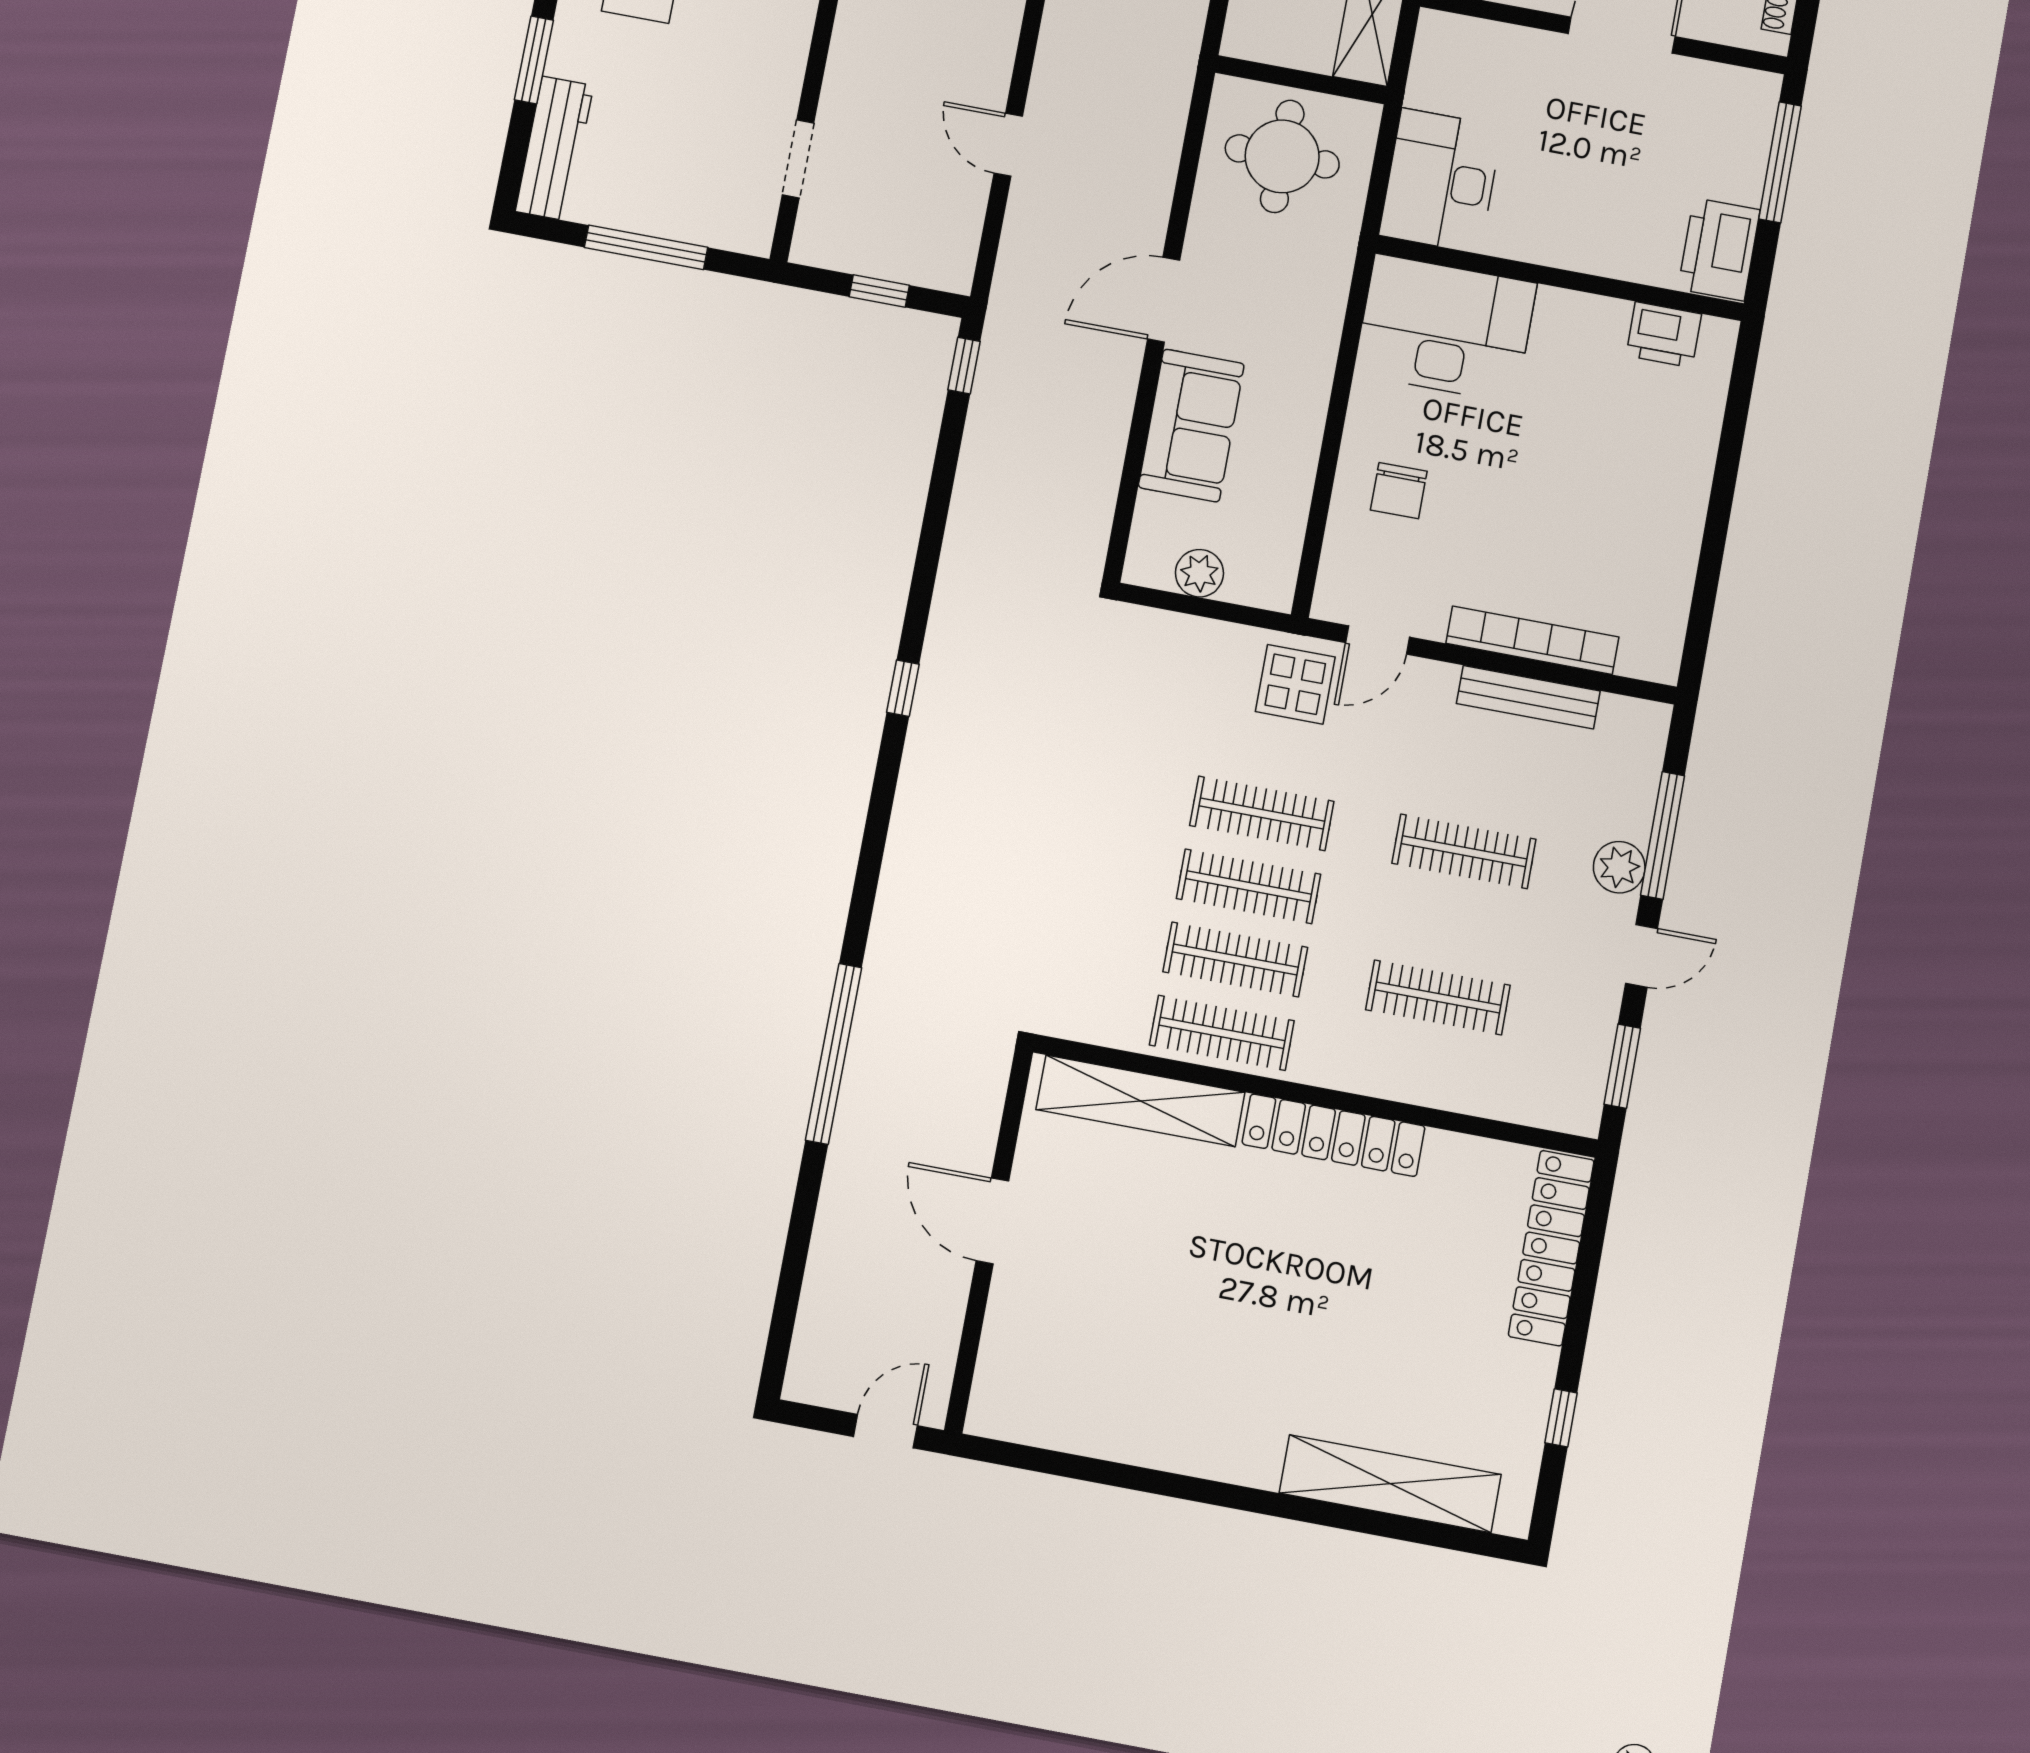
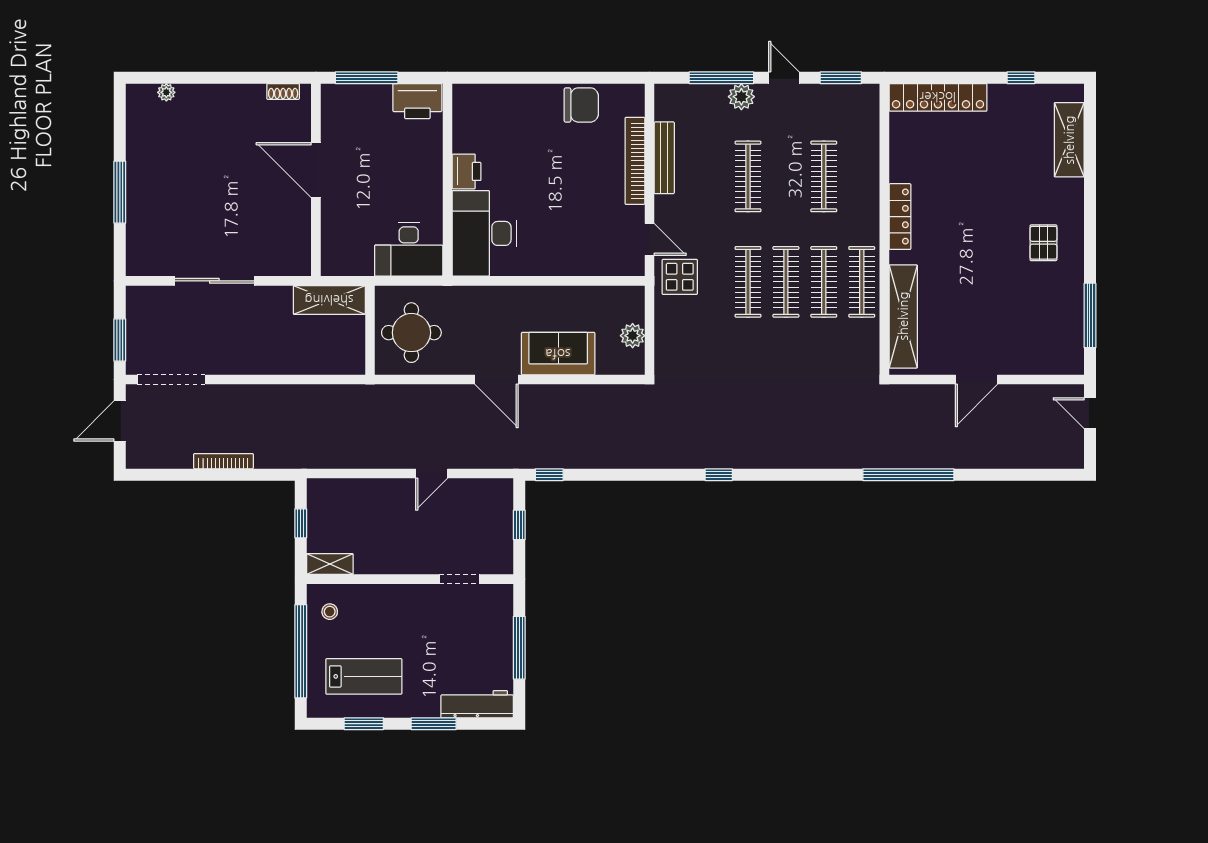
printer: (1664, 335) -> (467, 171), moved
chair: (1399, 491) -> (581, 105), moved, width x1.37, depth x1.37
locker: (1333, 1135) -> (900, 217), width x0.71, depth x0.83
pallet: (1233, 1402) -> (1043, 243), added
window: (1075, 1467) -> (1090, 315), added
shelving: (1390, 1484) -> (1069, 140), width x0.68

